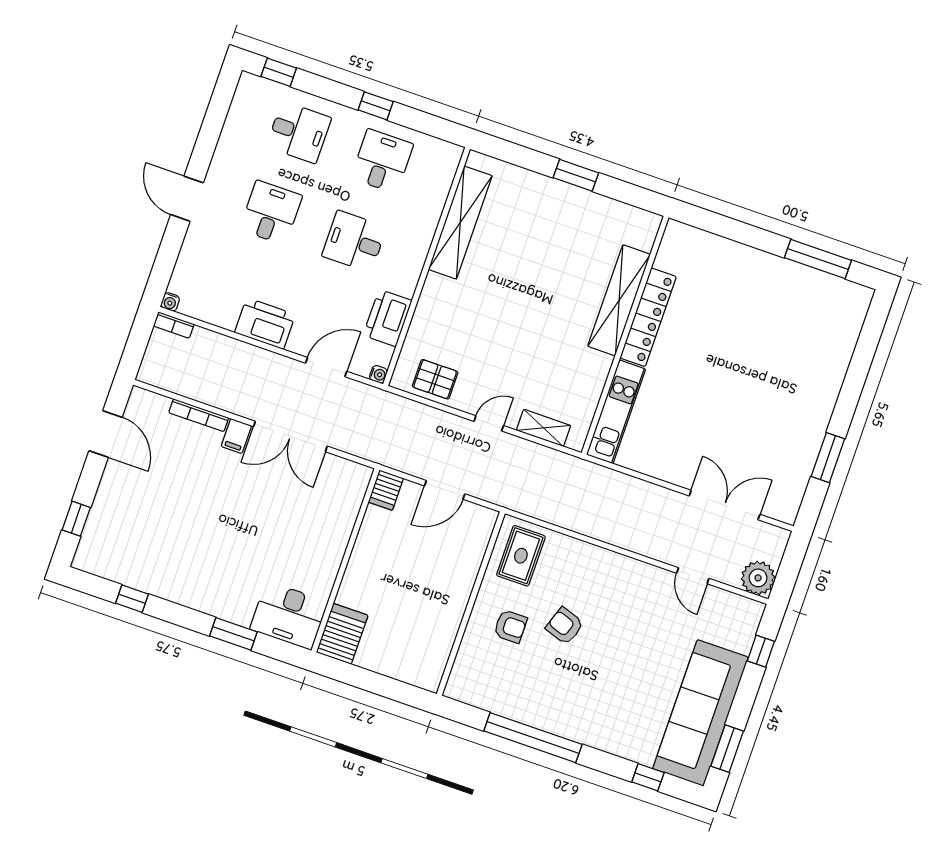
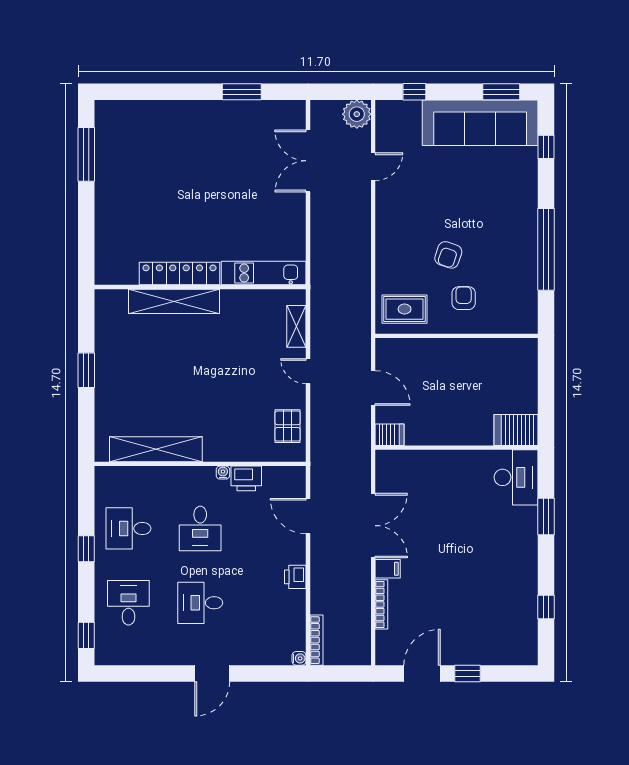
printer: (388, 318) -> (246, 478), width x0.73, depth x0.84
printer: (265, 324) -> (295, 577), width x0.53, depth x0.68
bookcase: (174, 325) -> (316, 640), width x1.56
water cooler: (378, 374) -> (223, 473), moved
window: (76, 519) -> (468, 673), moved

